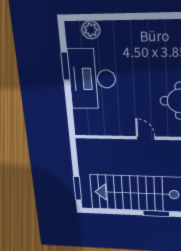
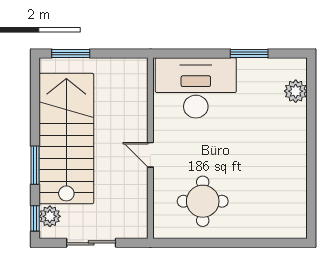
desk: (92, 79) -> (196, 88), moved
door: (146, 138) -> (150, 155), swing flipped

